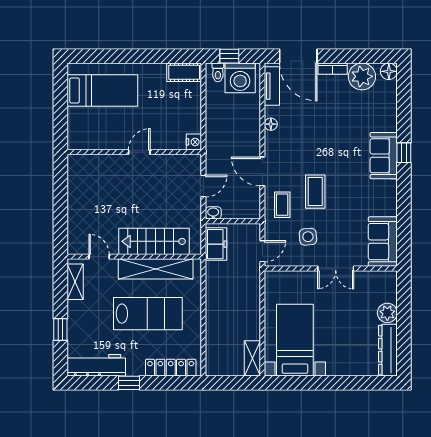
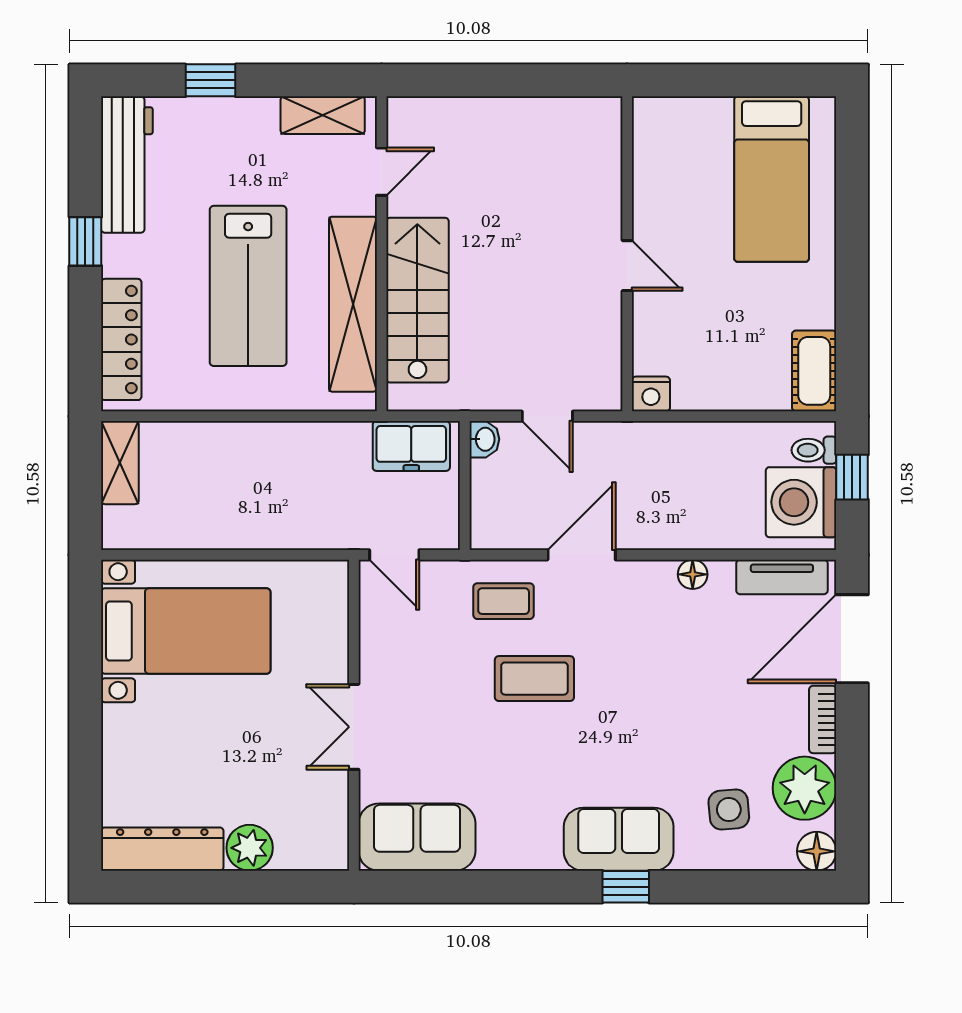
side table: (308, 237) -> (729, 809), moved
shelving: (252, 358) -> (120, 463), moved, turned 90

